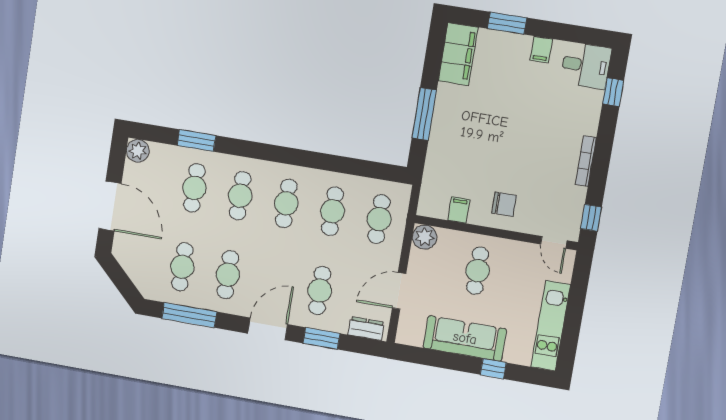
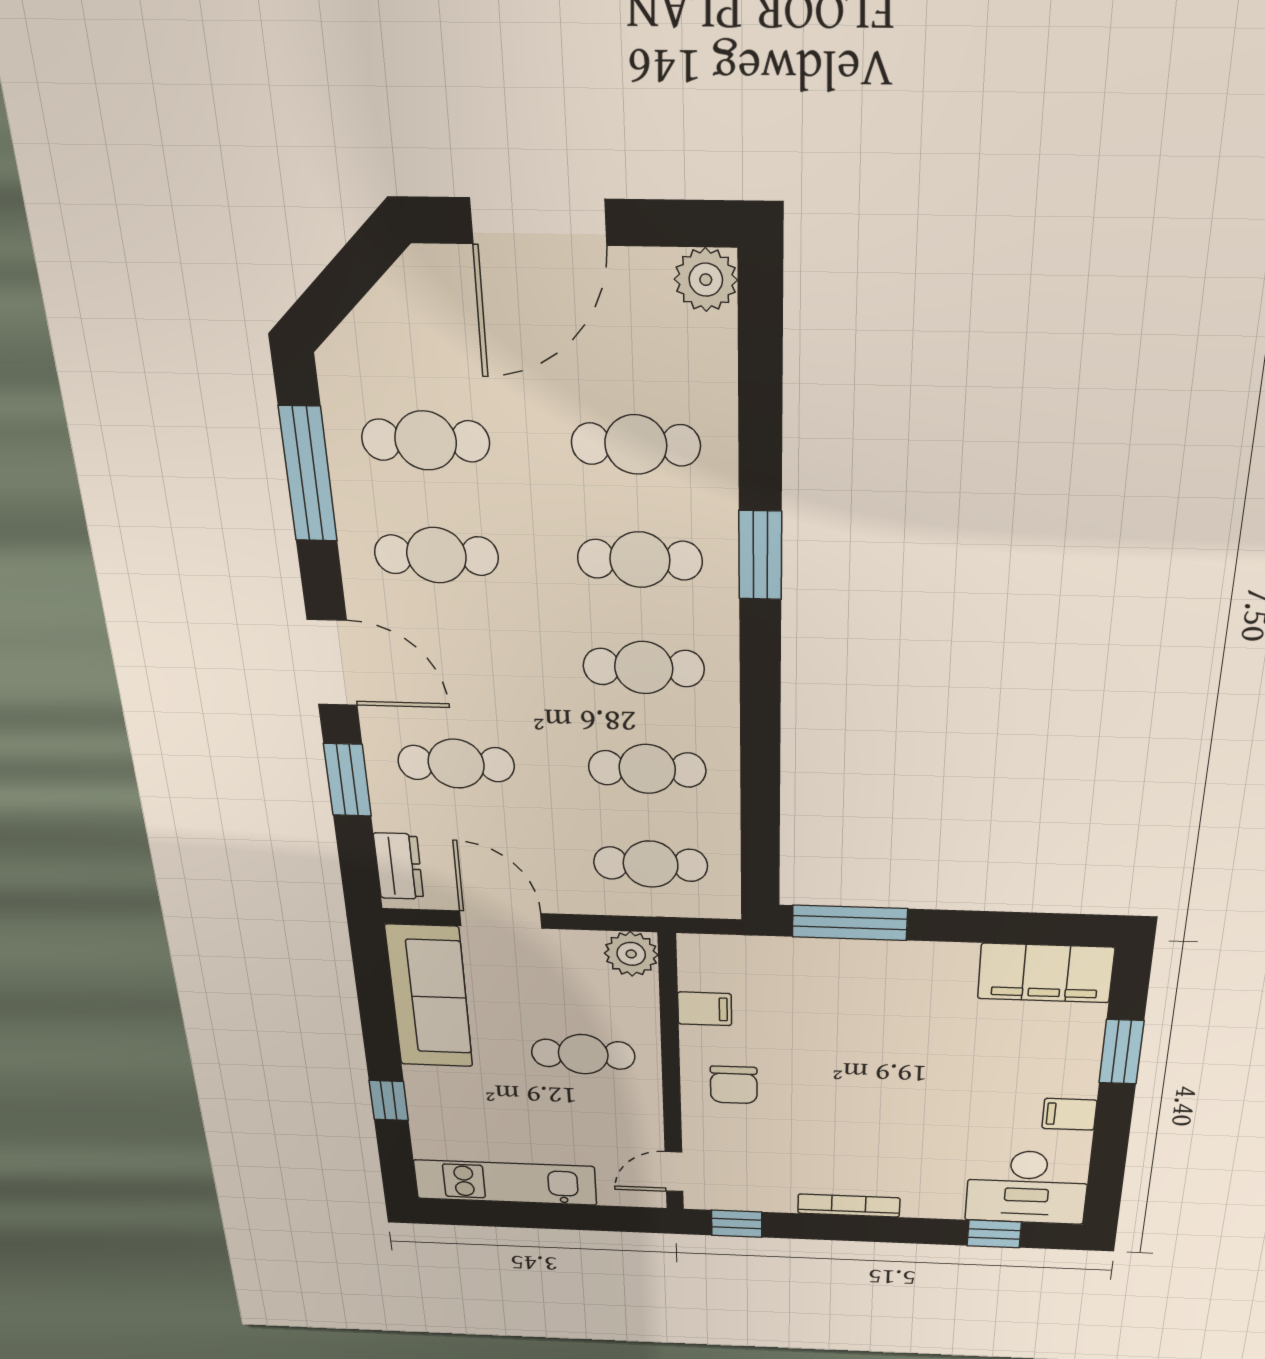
desk: (586, 66) -> (1027, 1187), width x1.37
window: (424, 114) -> (850, 923), moved
window: (196, 141) -> (760, 555), moved
sofa: (465, 338) -> (429, 997), moved

